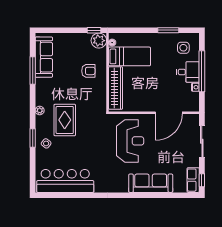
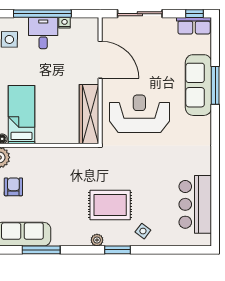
armchair: (88, 71) -> (13, 187), moved
wardrobe: (115, 88) -> (89, 114), moved, turned -90
window: (33, 138) -> (117, 250), moved
bar counter: (65, 181) -> (195, 204), width x0.73
window: (150, 195) -> (215, 85), added

